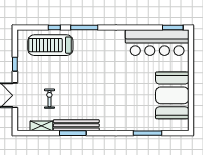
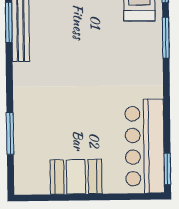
booth: (172, 95) -> (76, 177), width x0.73, depth x0.70

